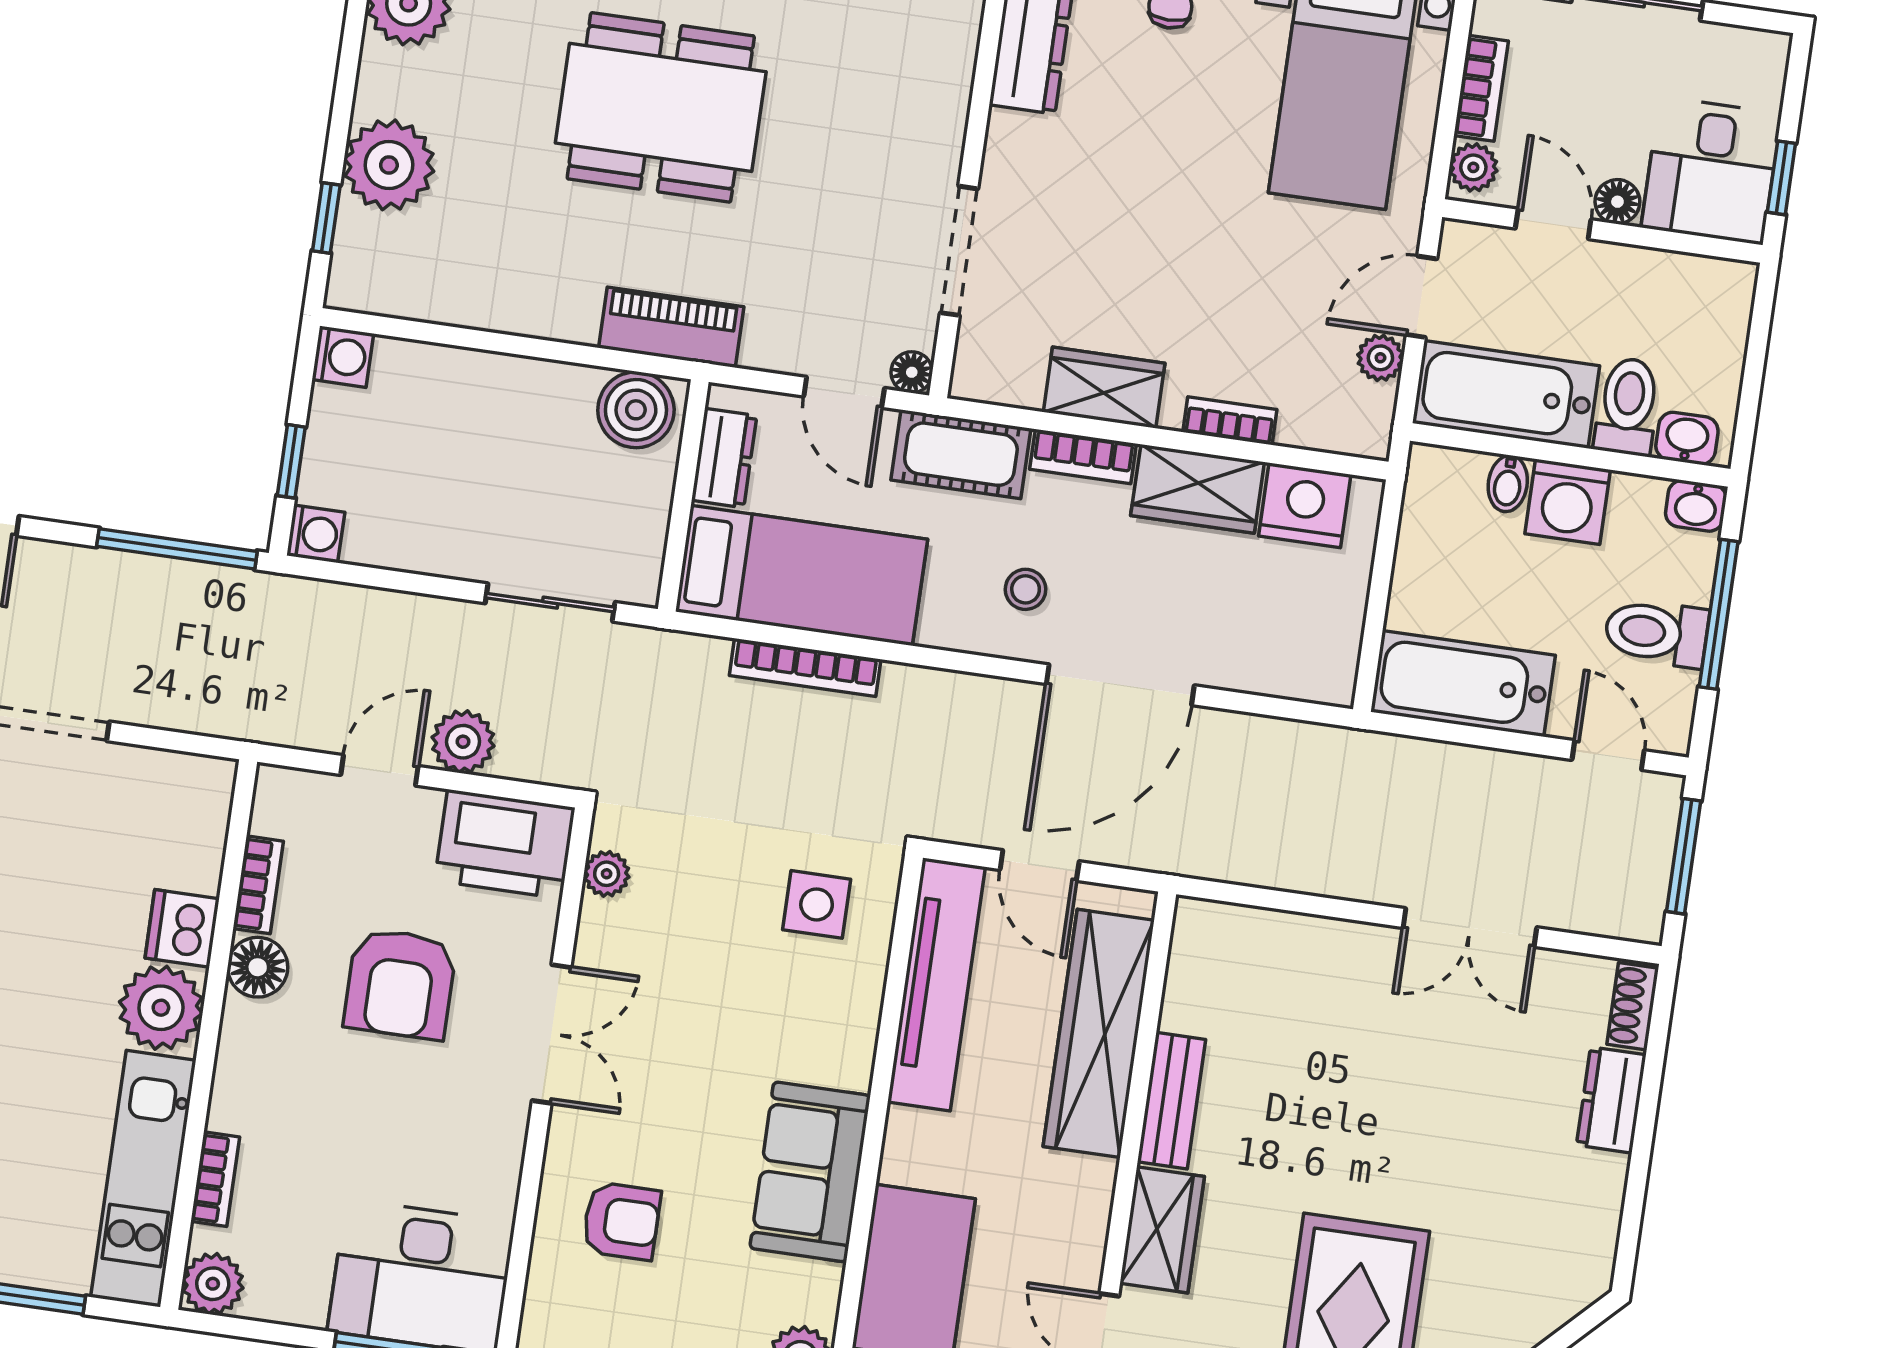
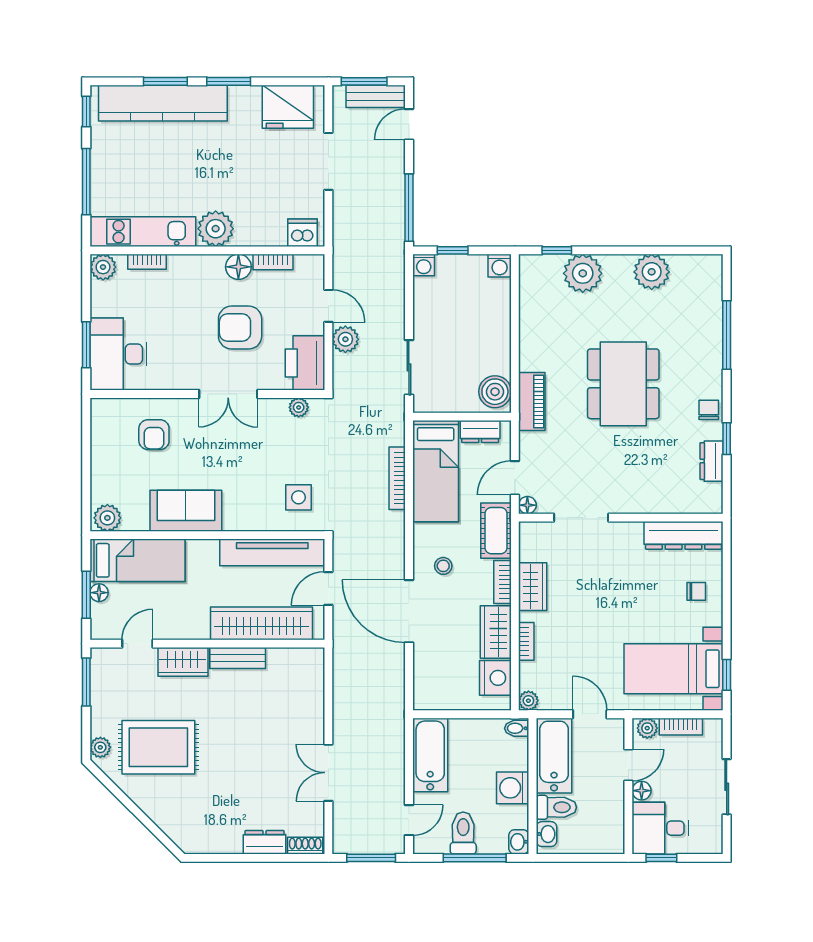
plant: (1380, 358) -> (528, 701), moved
bidet: (1508, 484) -> (517, 728), moved
dishwasher: (182, 928) -> (303, 233), moved

